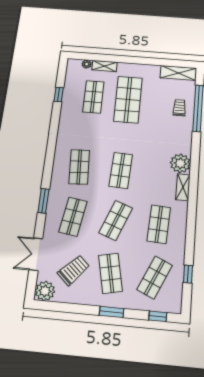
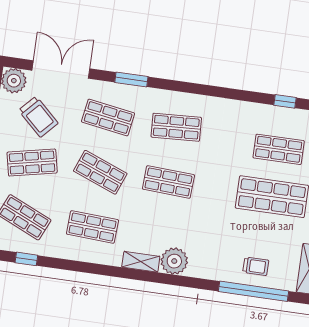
double door: (36, 254) -> (61, 69), width x1.37

